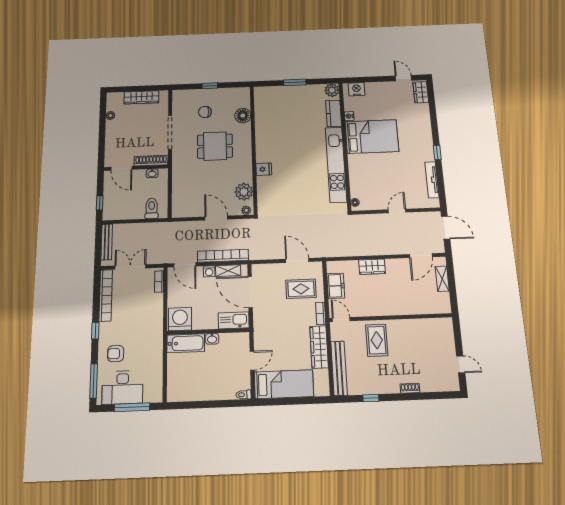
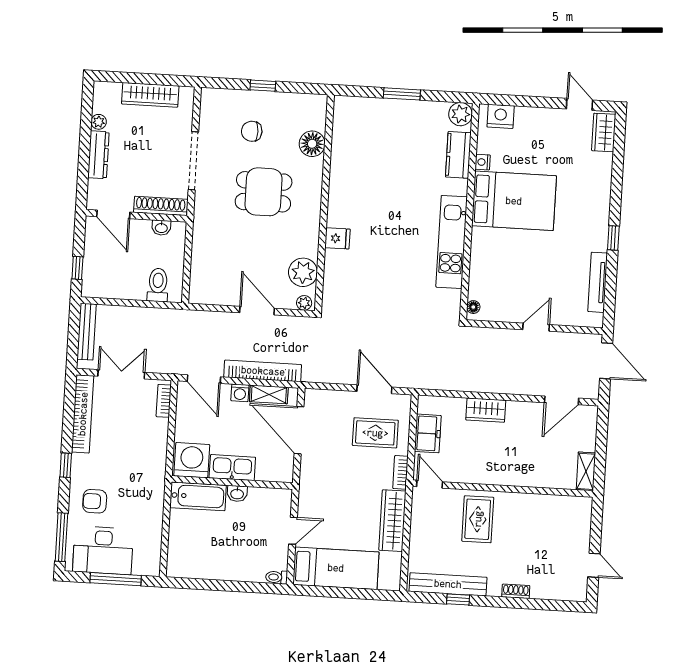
dresser: (111, 134) -> (98, 155), added
kitchen unit: (336, 164) -> (452, 242), width x0.73
shelving: (442, 279) -> (586, 471), moved
kitchen sink: (234, 320) -> (232, 468), moved
bench: (339, 368) -> (448, 584), moved, turned 90

